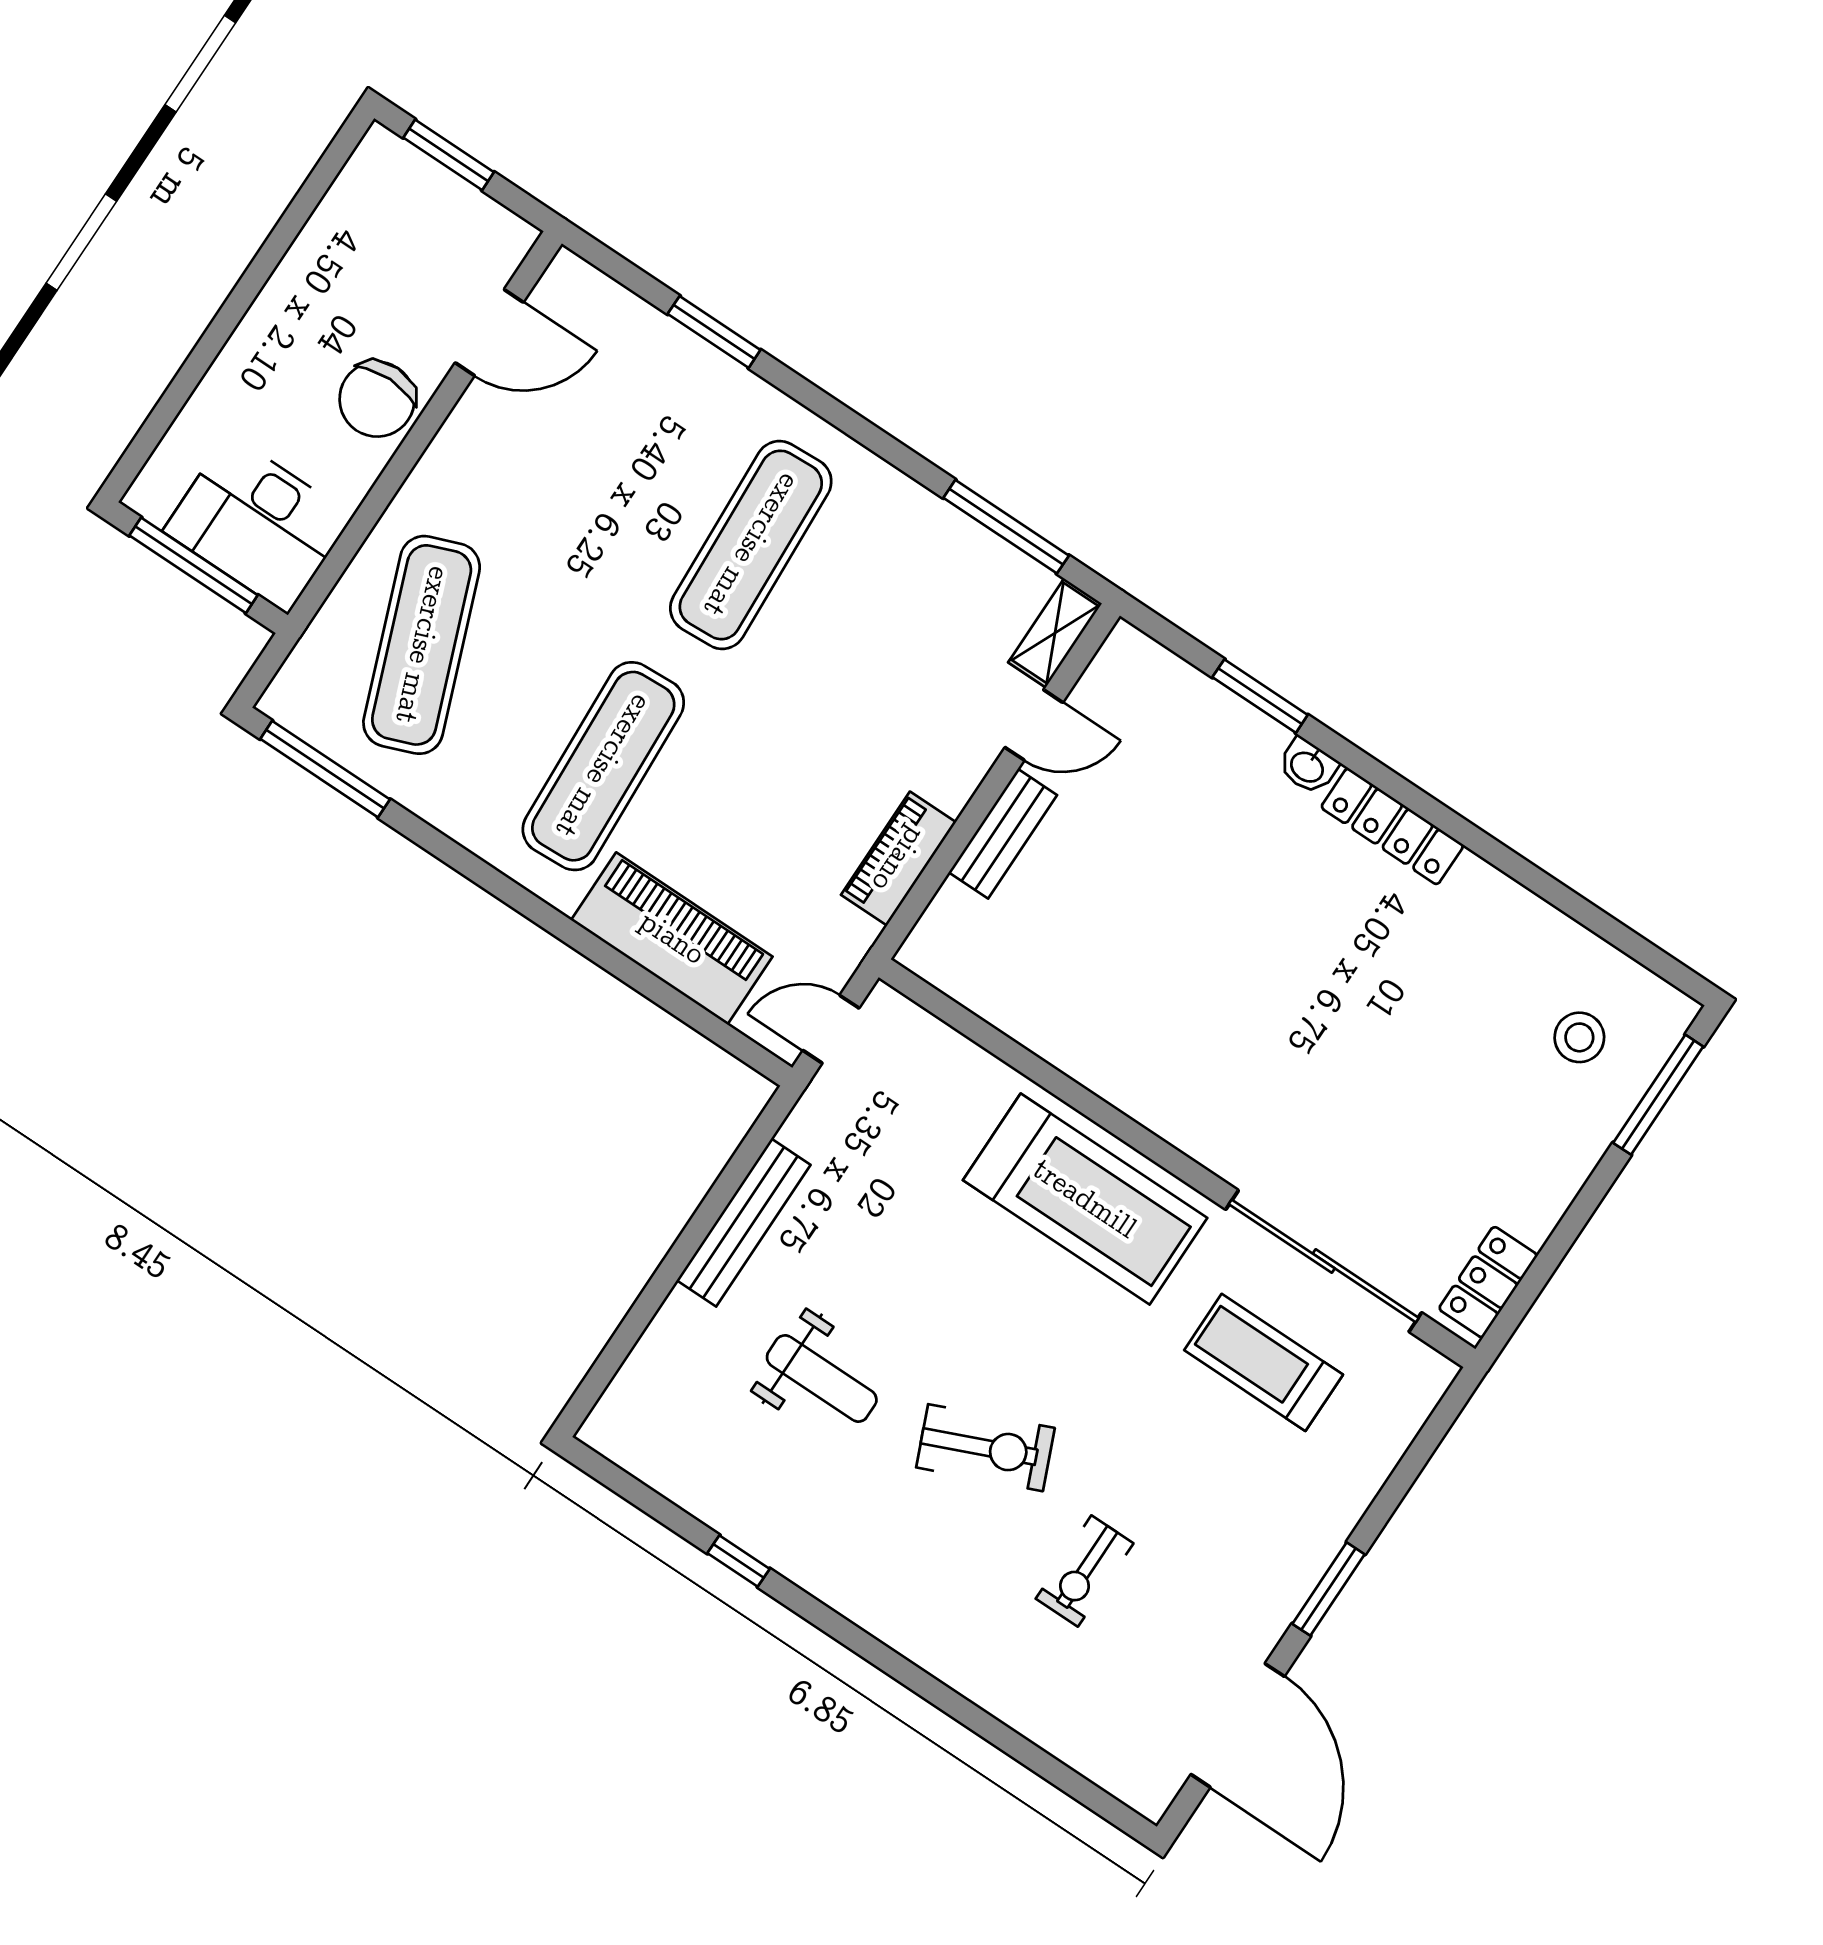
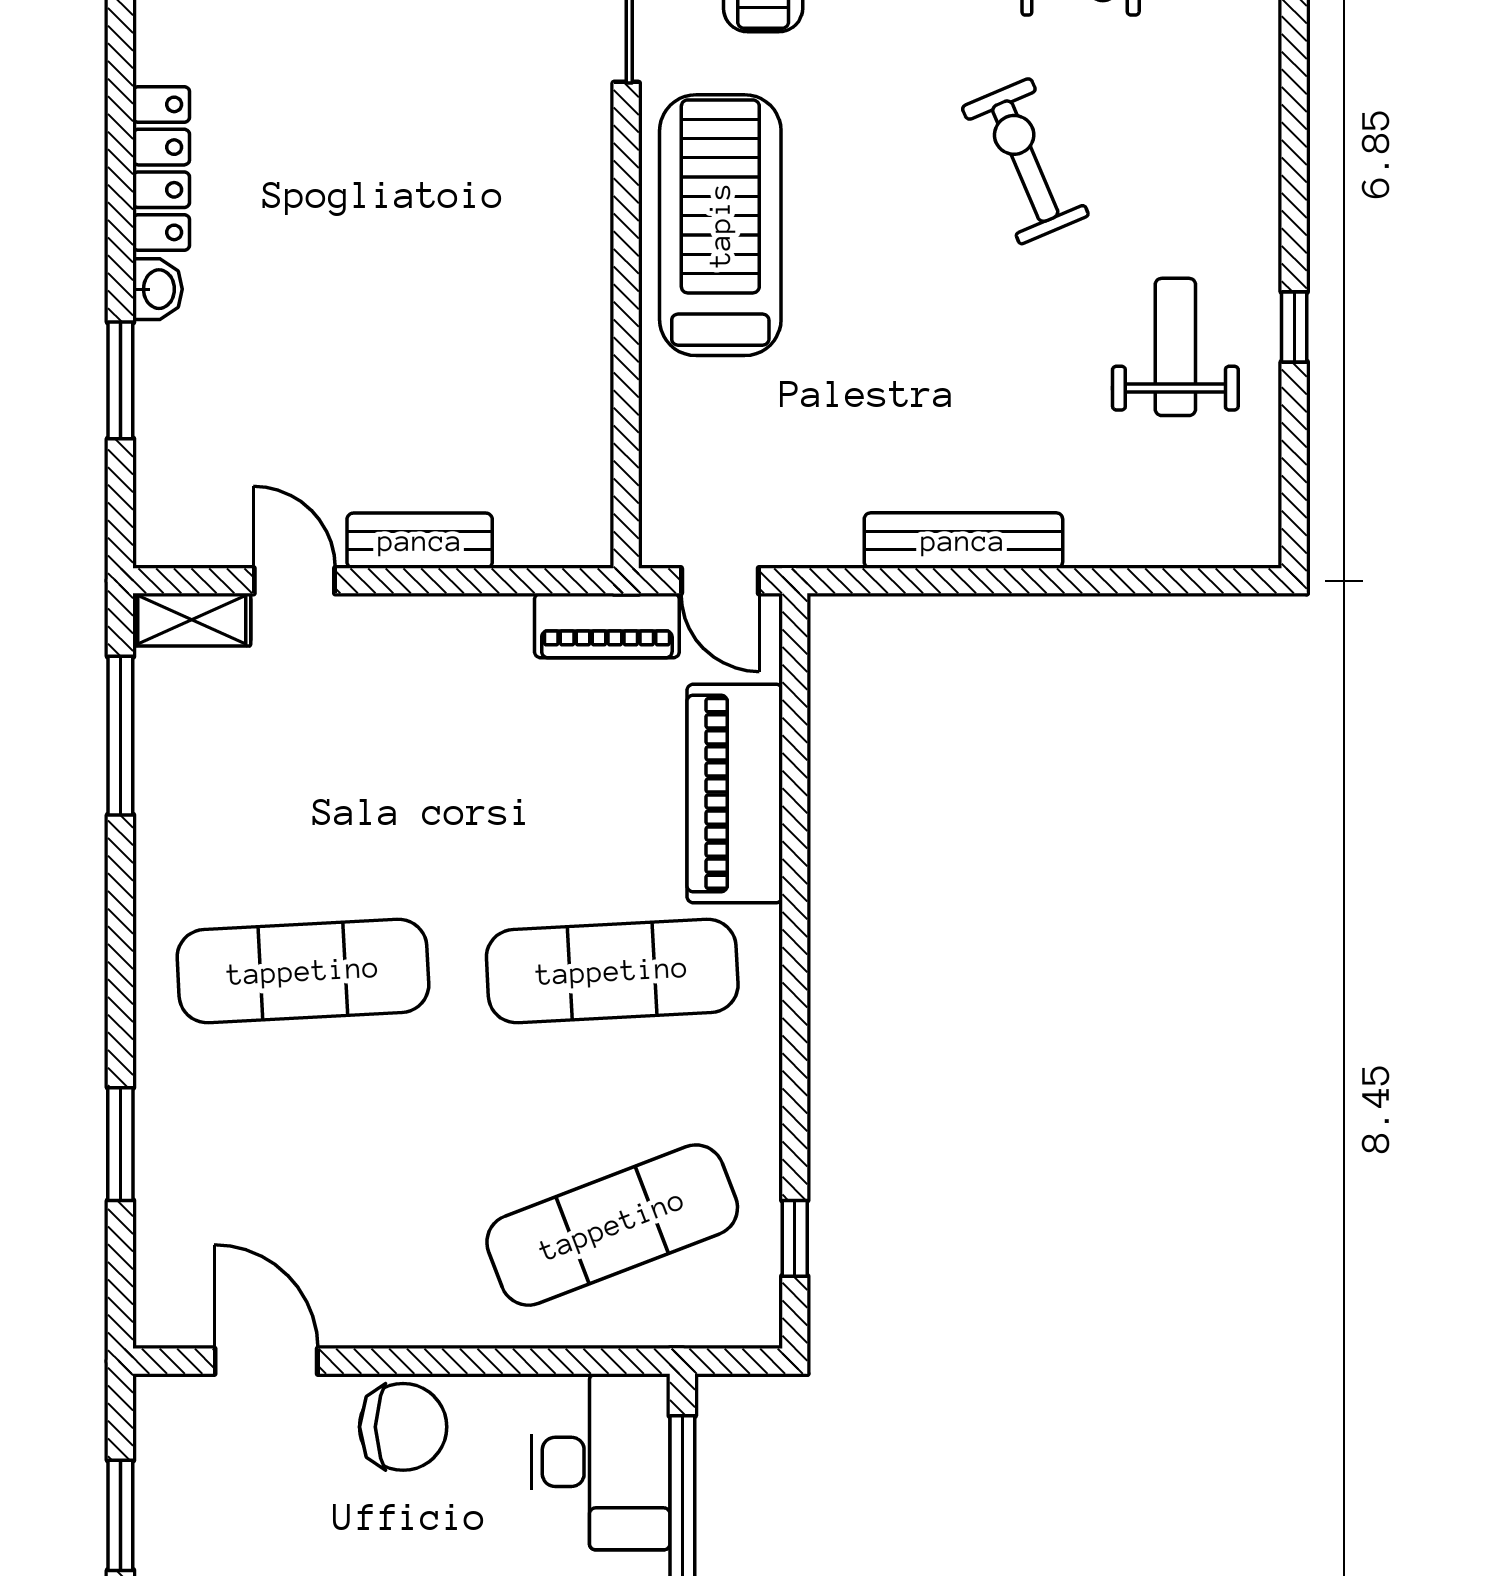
window: (325, 769) -> (795, 1238), width x0.46
piano: (898, 859) -> (607, 626), moved
weight bench: (822, 1378) -> (1175, 347), moved

